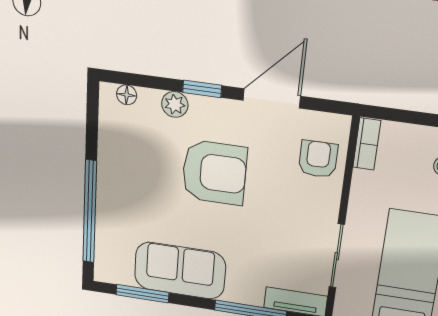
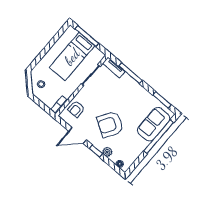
armchair: (214, 173) -> (110, 124), turned -58
sofa: (180, 271) -> (154, 124), moved, turned 90

